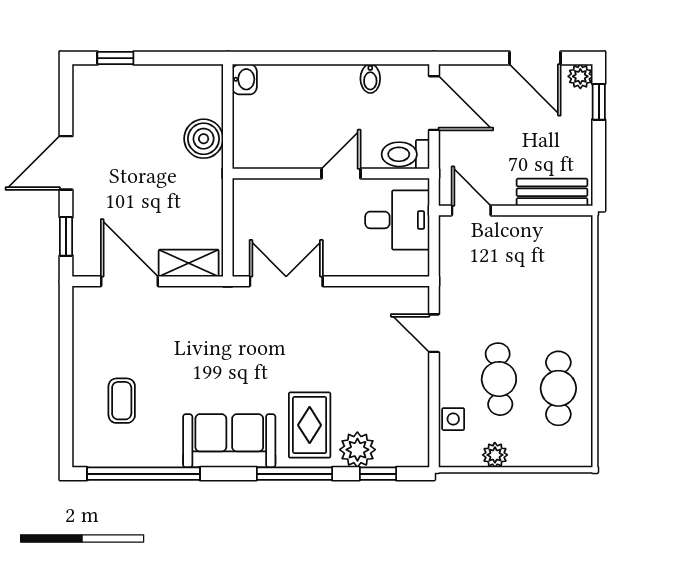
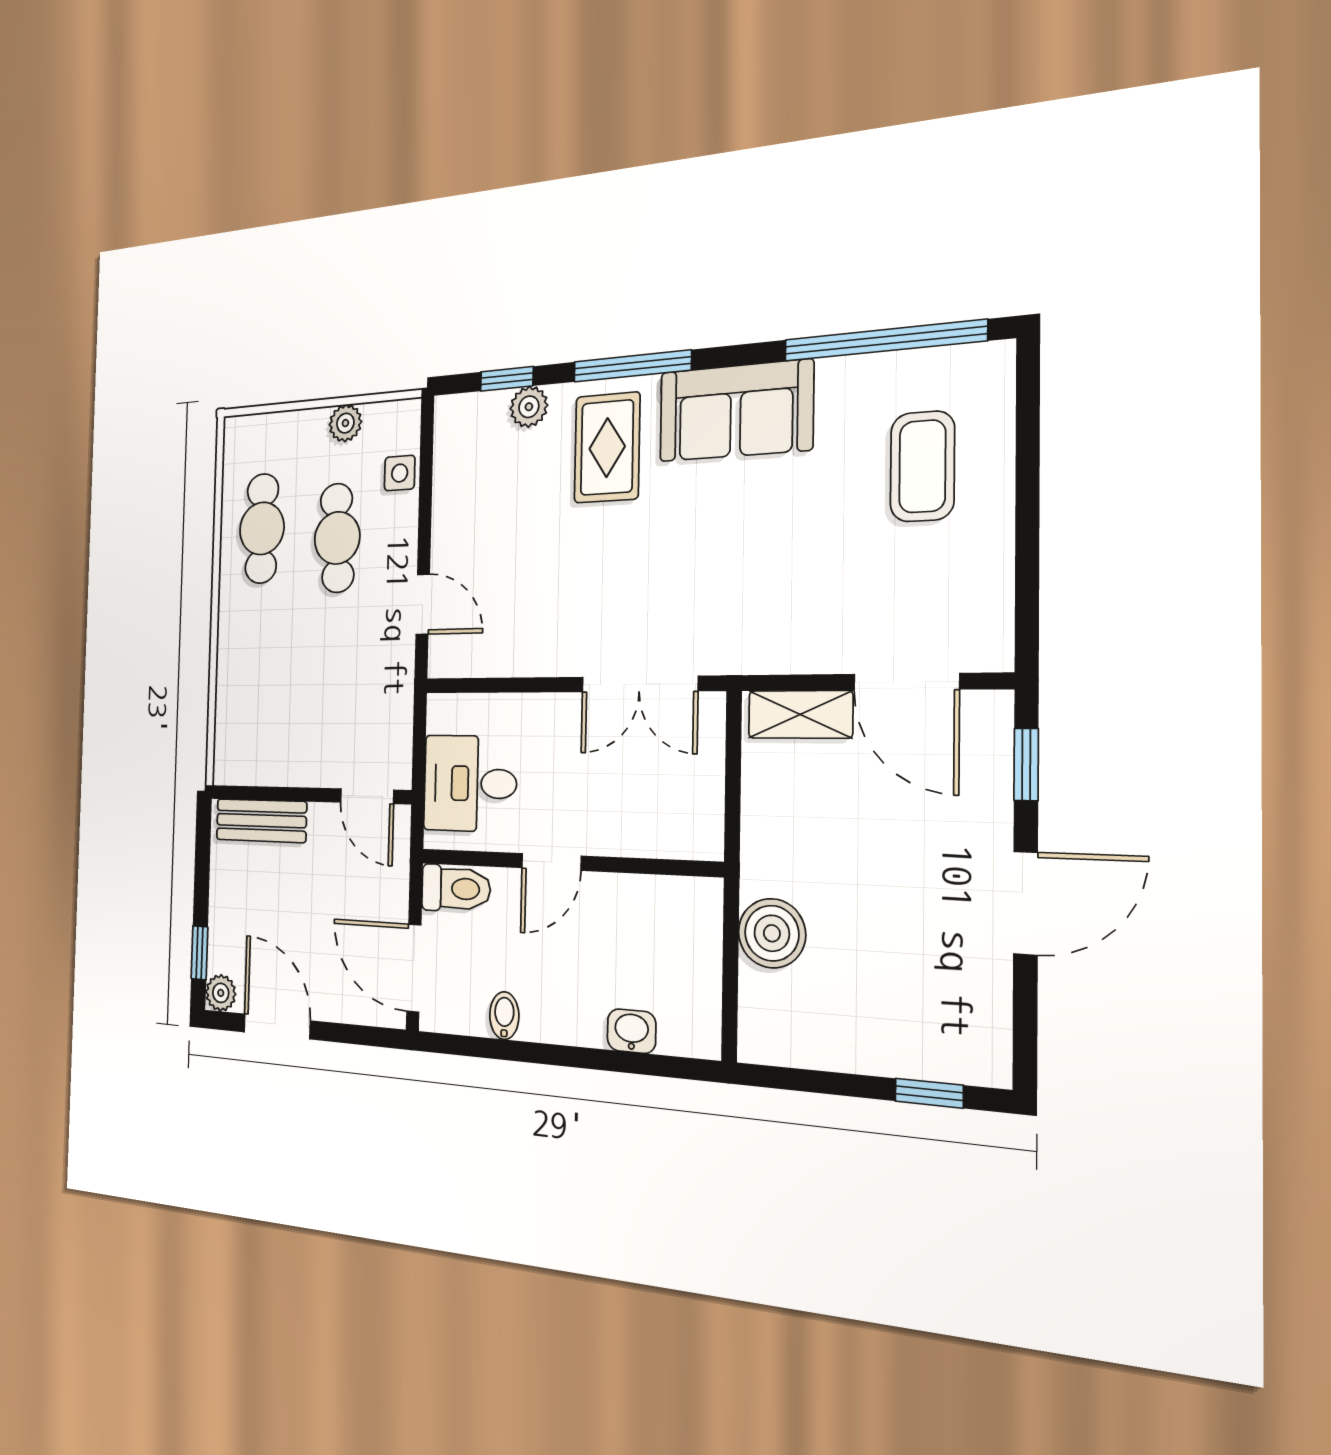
washbasin: (245, 79) -> (632, 1031), moved, turned 90
coffee table: (122, 401) -> (922, 466), width x1.36, depth x1.30
plant: (357, 450) -> (529, 407), width x0.73, depth x0.73

